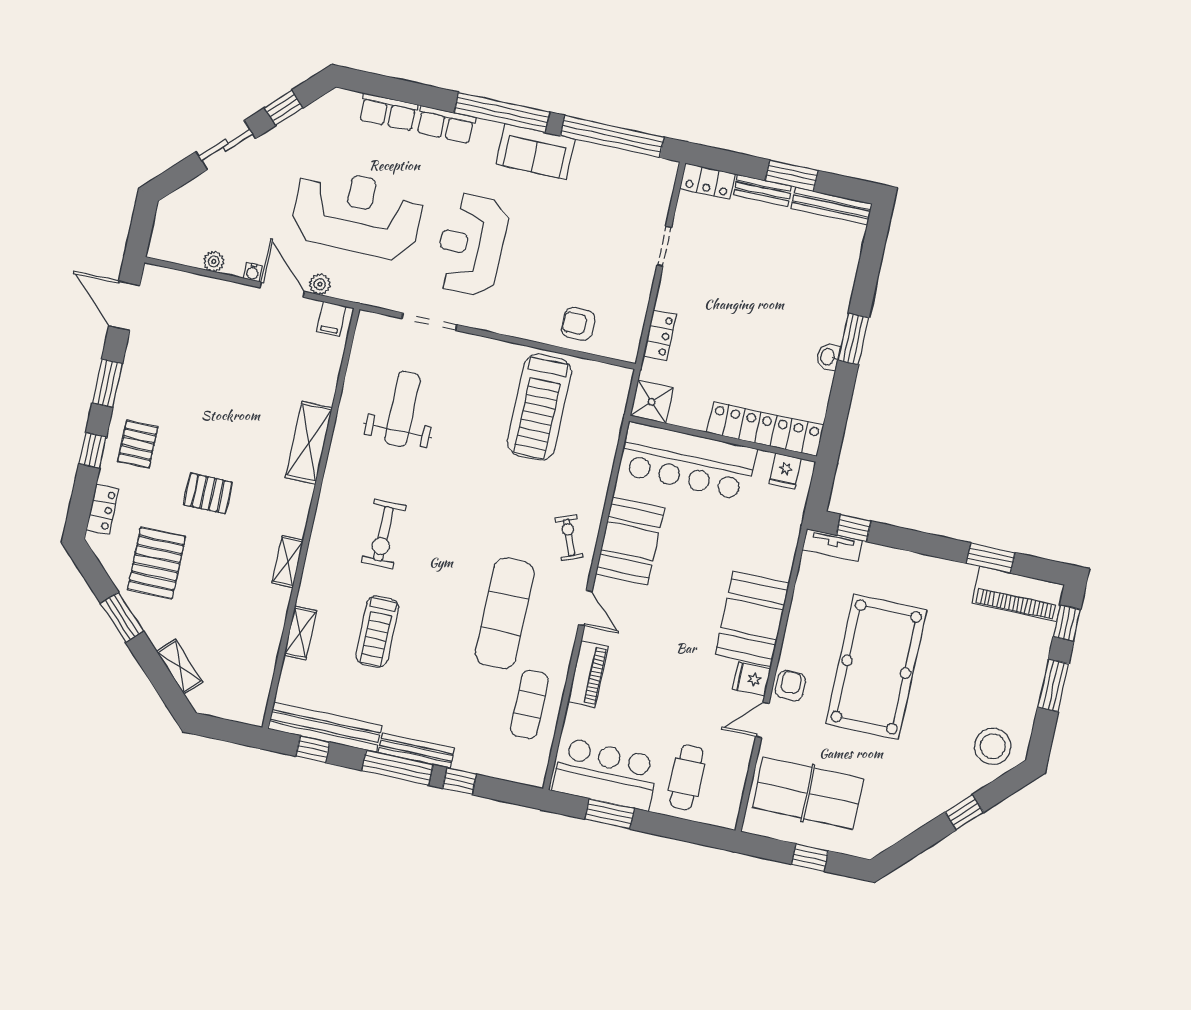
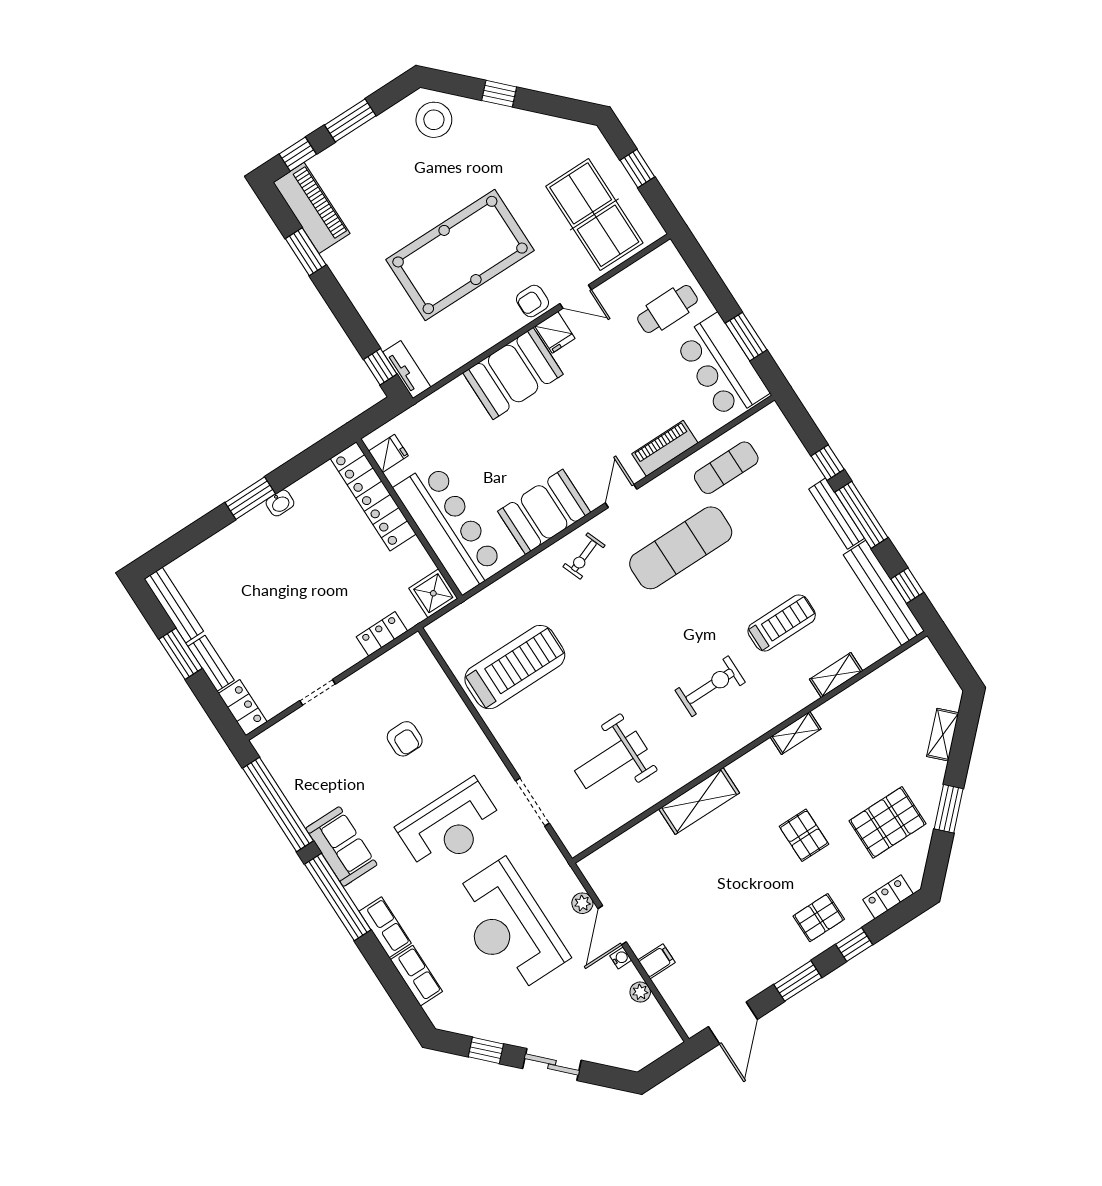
filing cabinet: (331, 319) -> (656, 961), moved
armchair: (578, 324) -> (405, 739), moved

